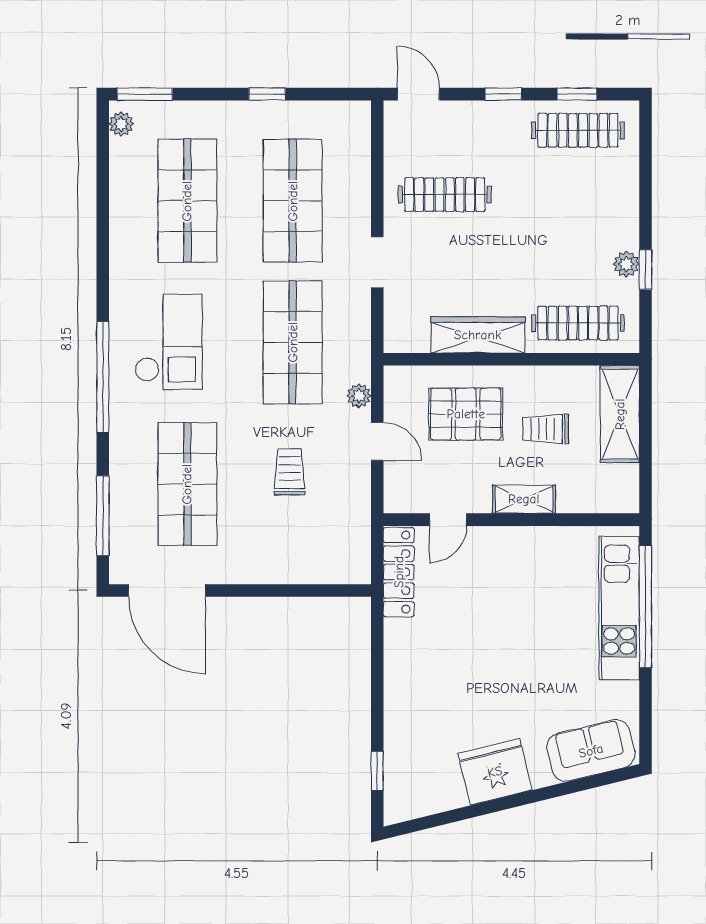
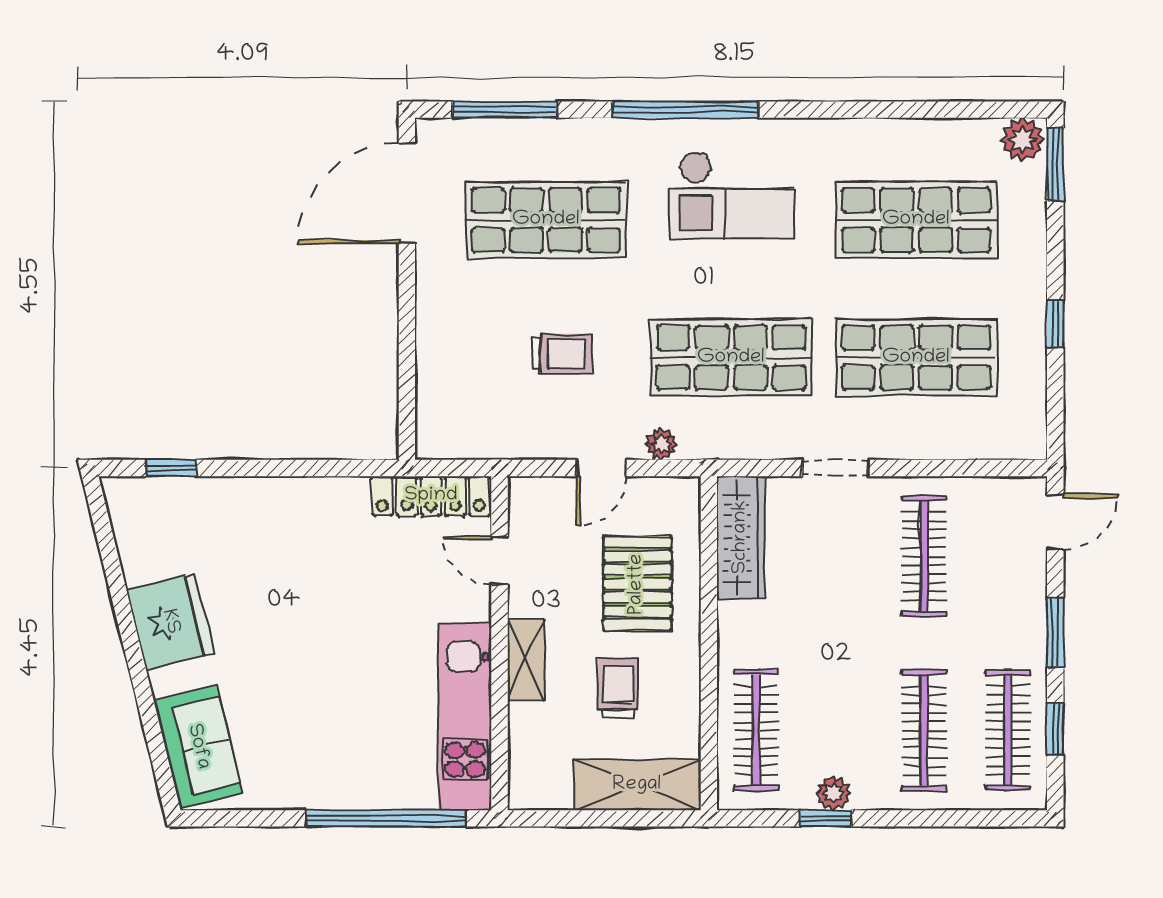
window: (503, 94) -> (1055, 633), width x1.50
plant: (121, 124) -> (1022, 140), width x1.38, depth x1.38
clothes rail: (578, 195) -> (924, 730), added
wardrobe: (478, 335) -> (741, 537), moved
kitchen unit: (619, 608) -> (465, 717), moved, turned -90

